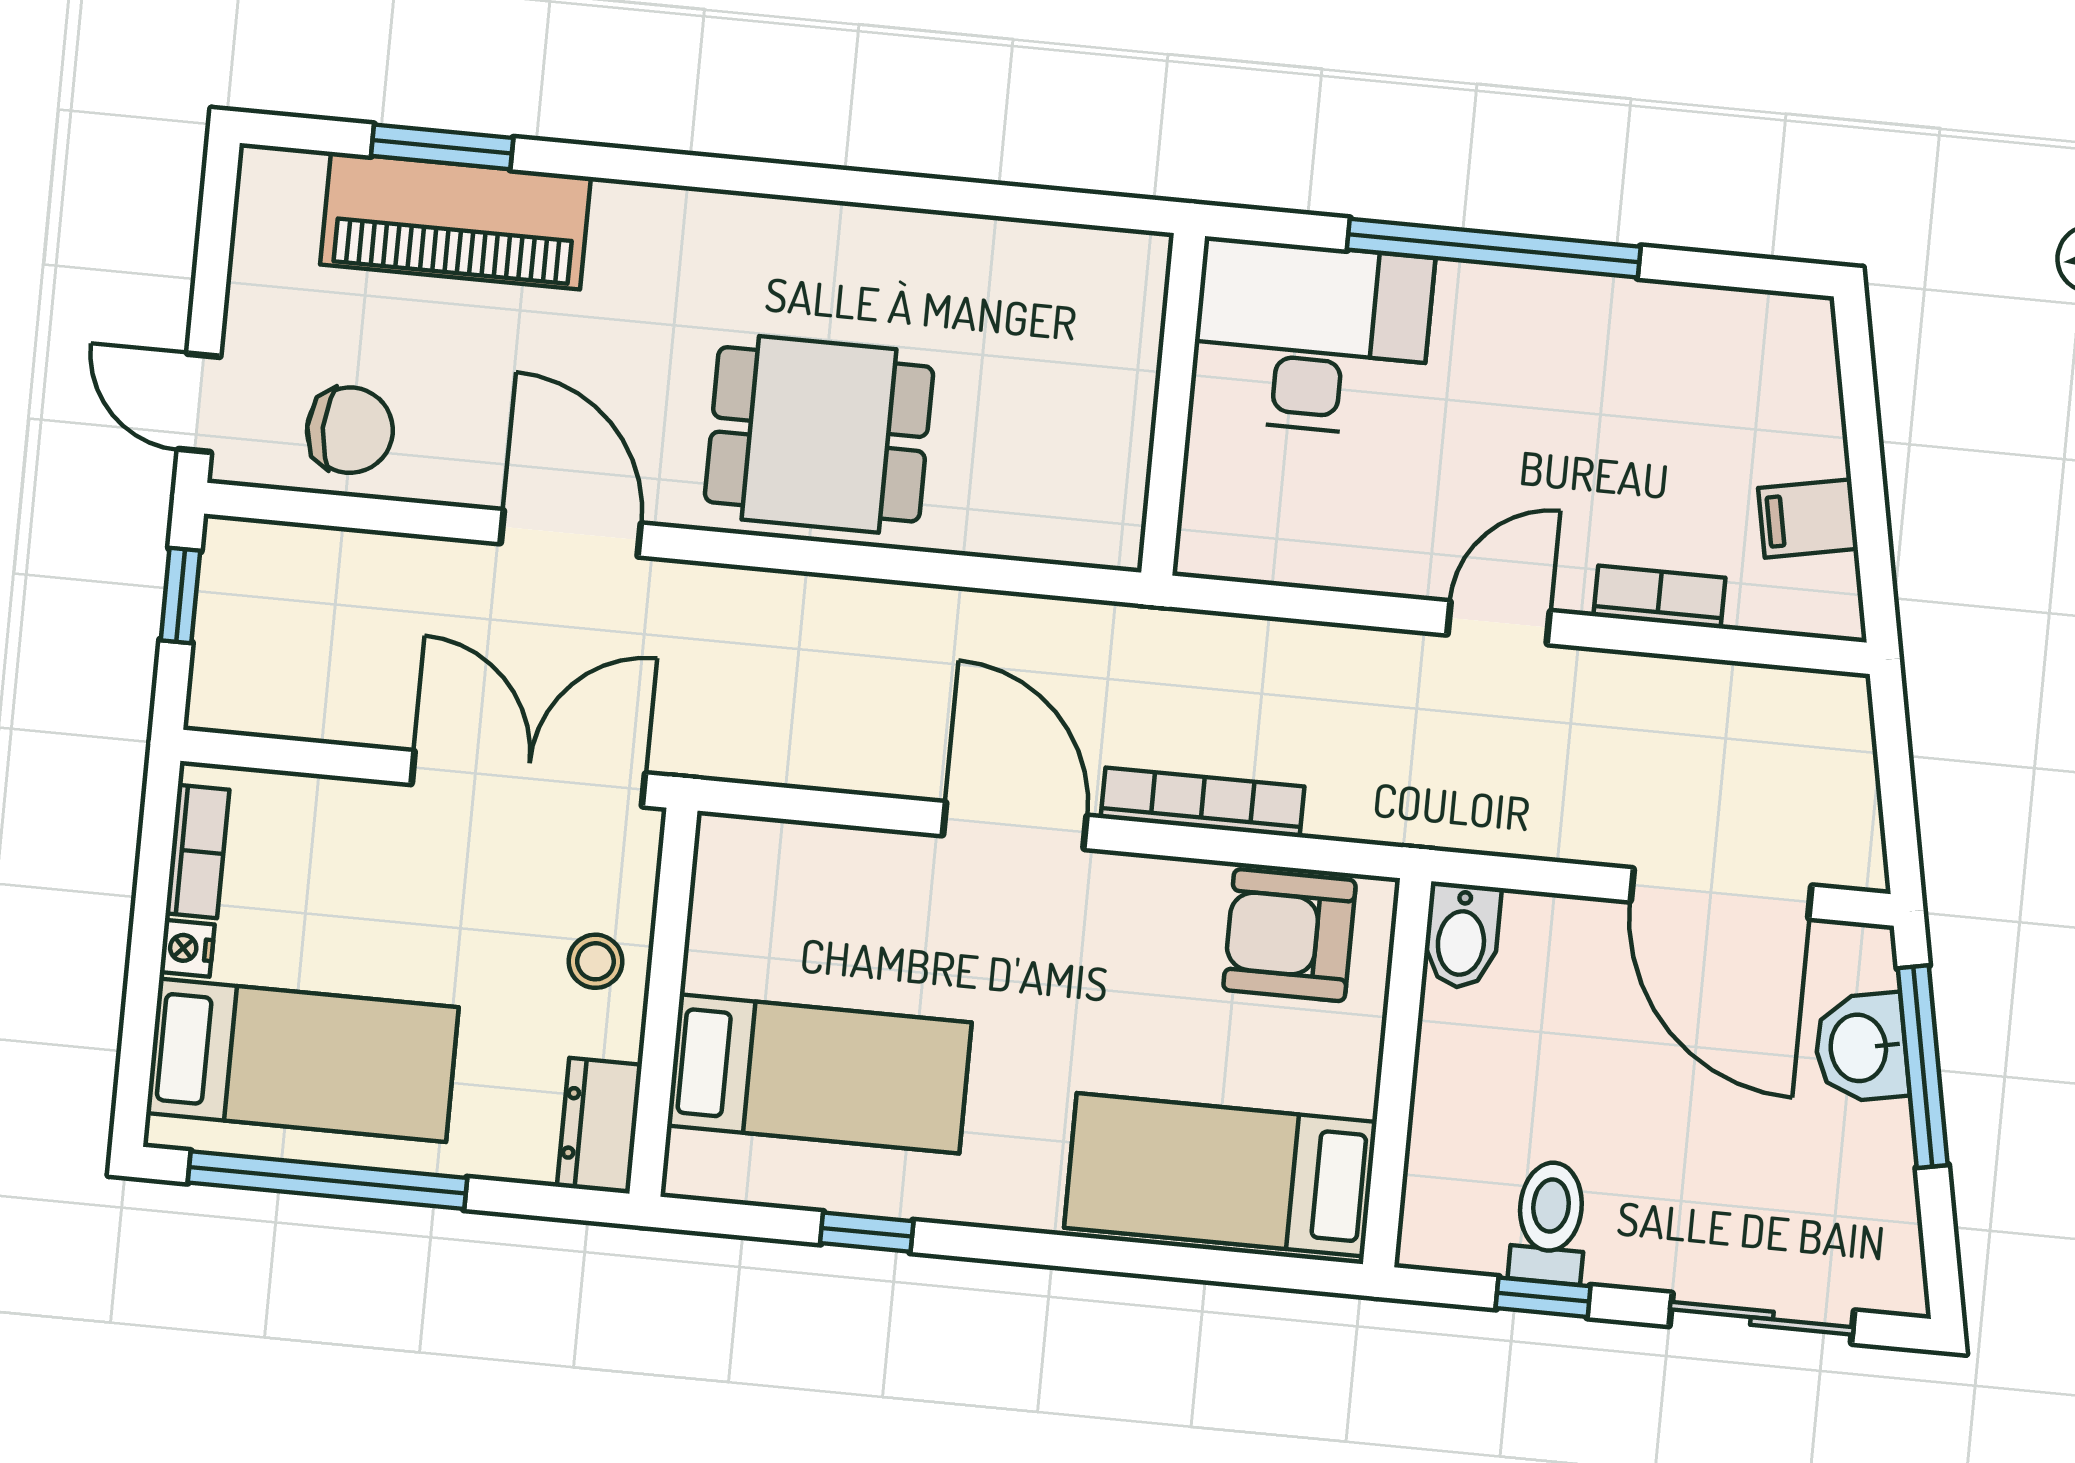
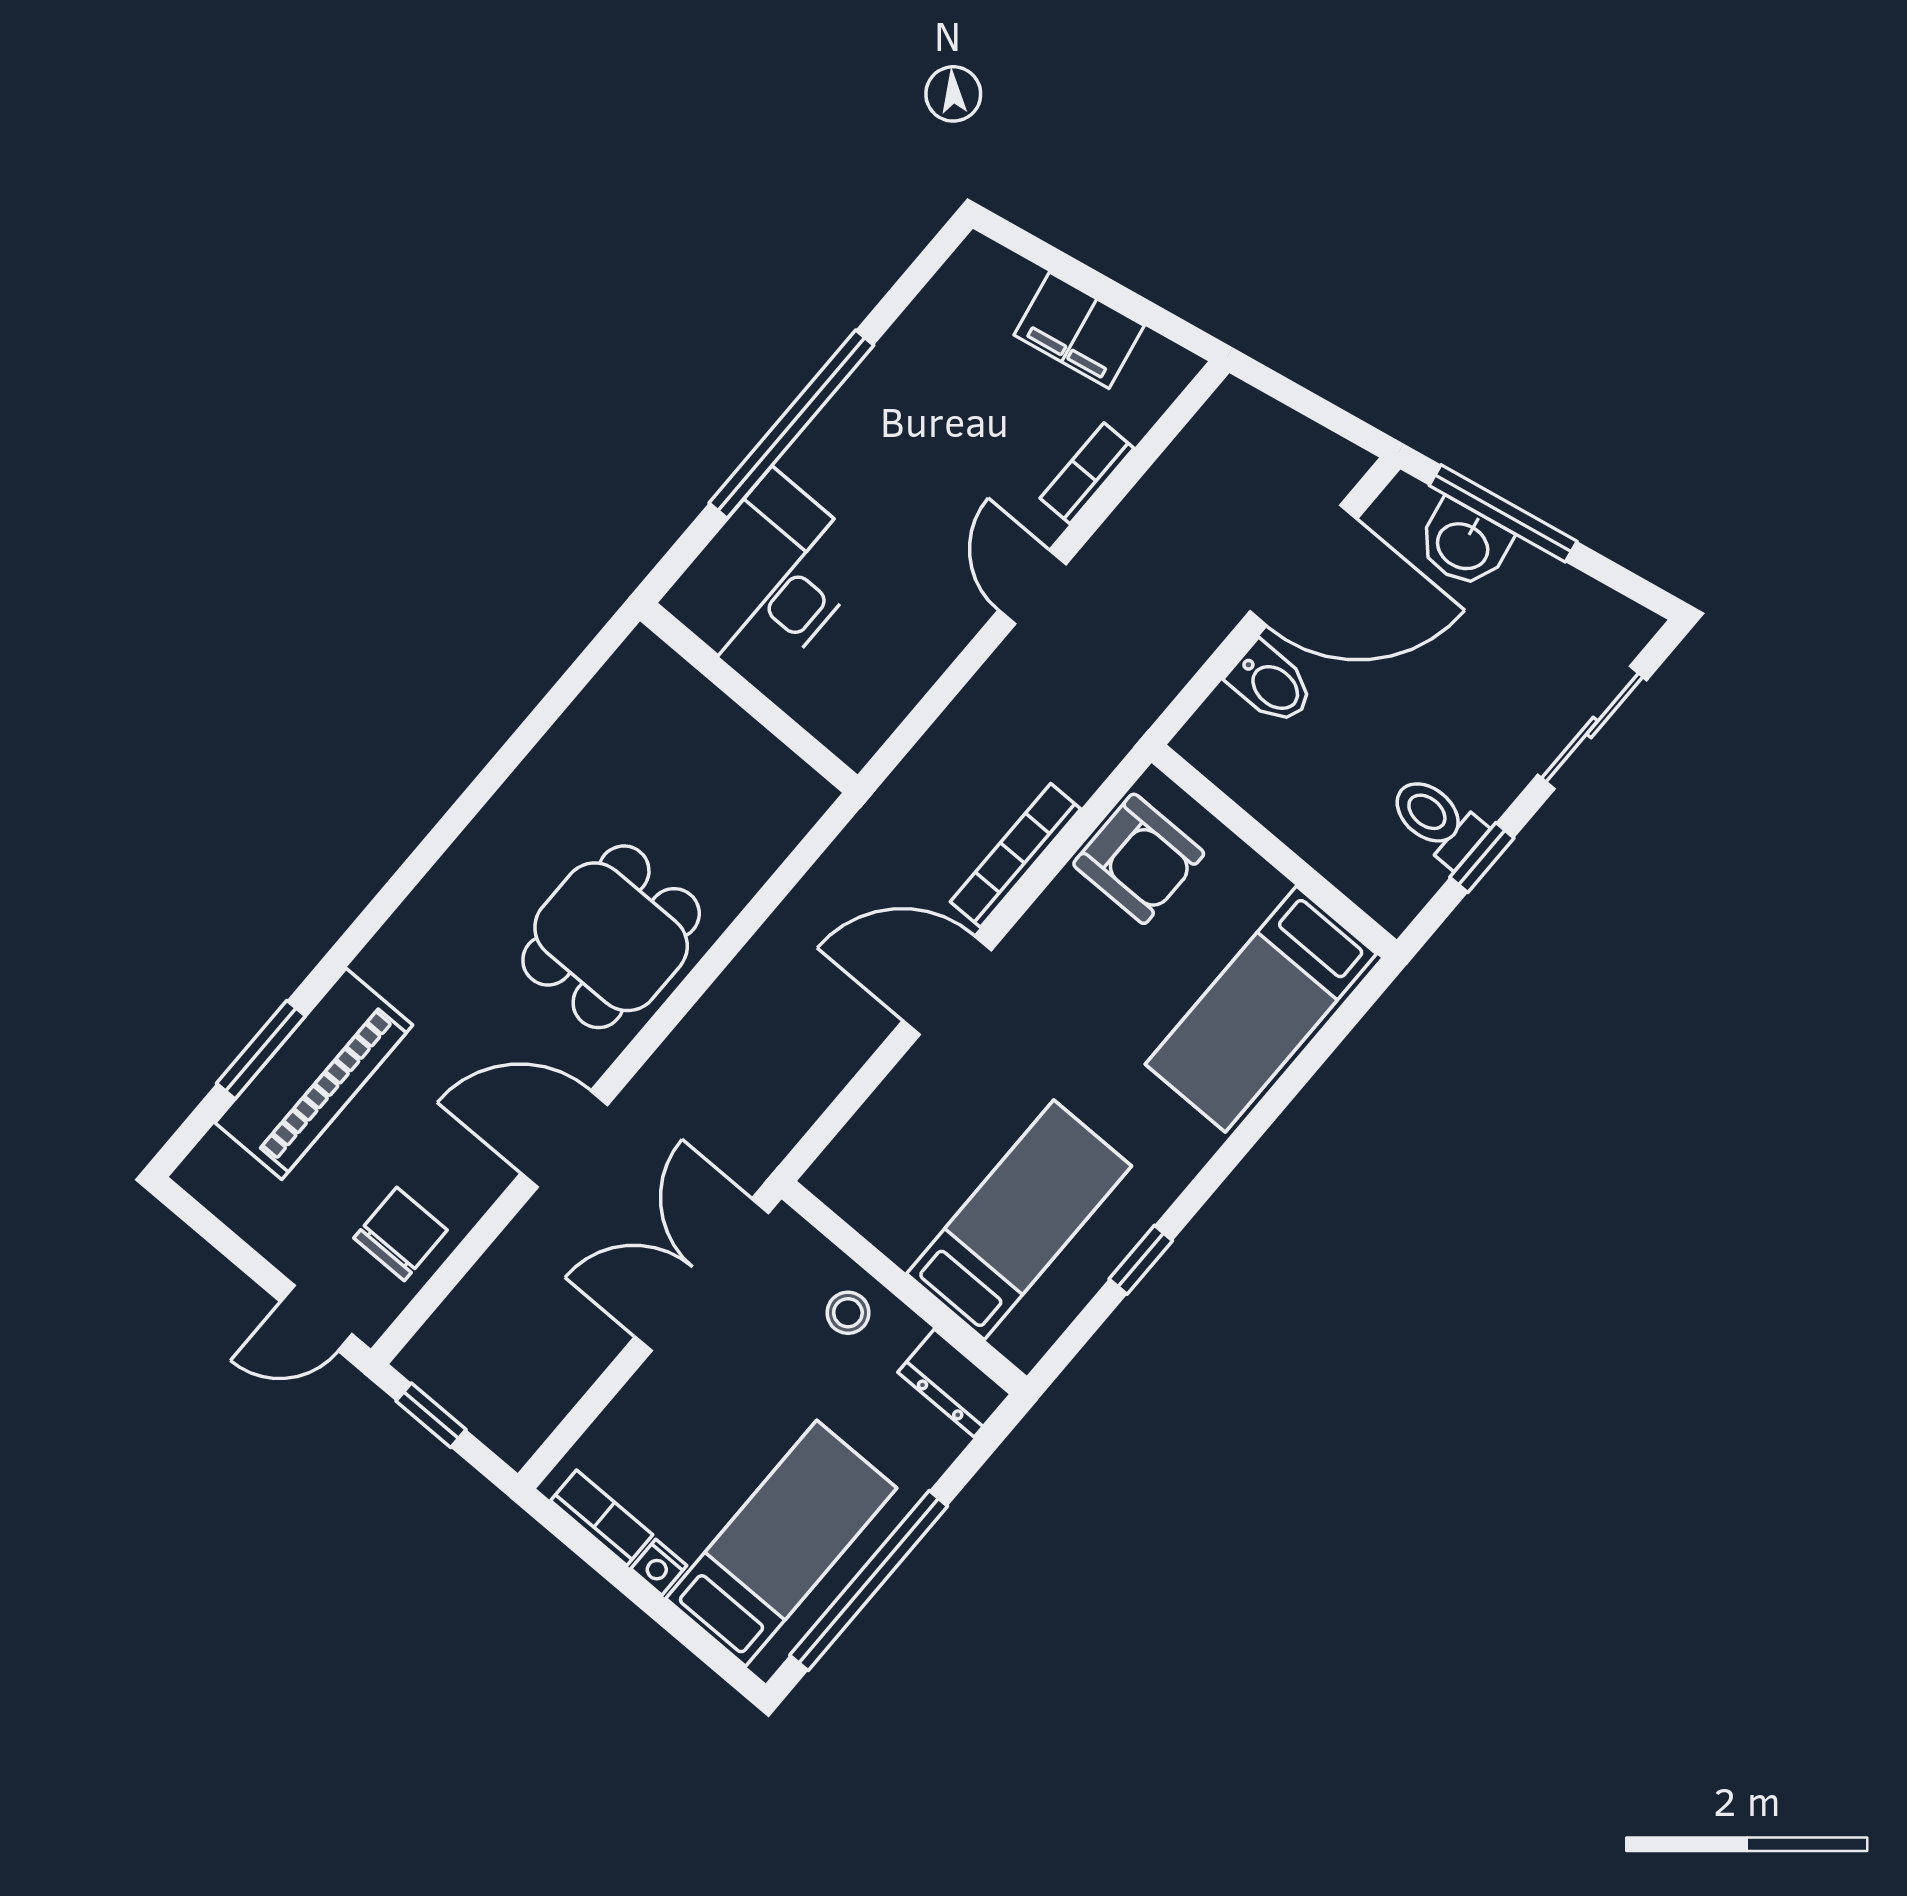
filing cabinet: (1808, 518) -> (1079, 330), width x2.00
armchair: (1289, 935) -> (1139, 859), turned -90
bidet: (1462, 936) -> (1271, 684), moved

